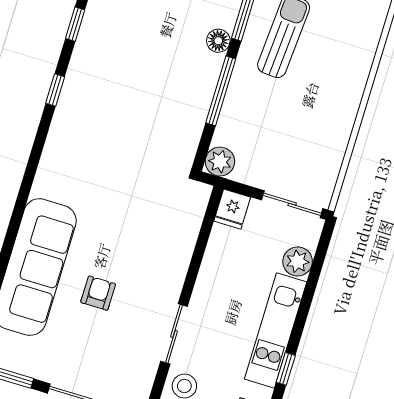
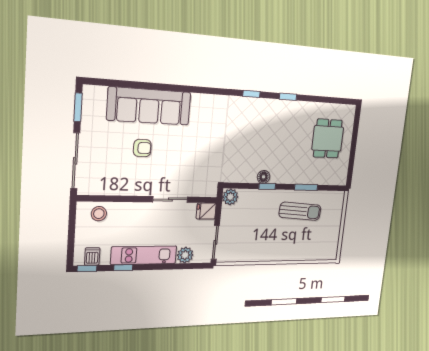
floor lamp: (218, 41) -> (264, 177), moved
window: (221, 91) -> (267, 186), width x0.46
sliding door: (174, 334) -> (170, 199), moved

